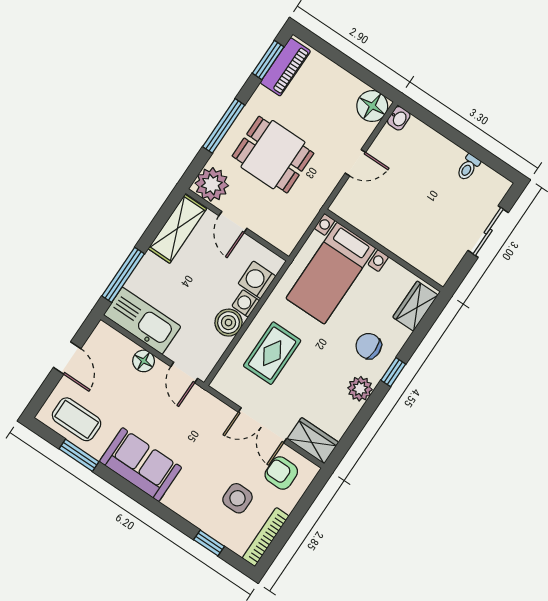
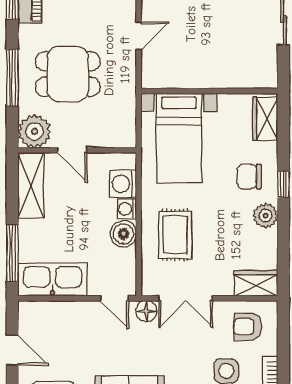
floor lamp: (144, 361) -> (146, 311), moved
double door: (262, 425) -> (186, 298), moved

